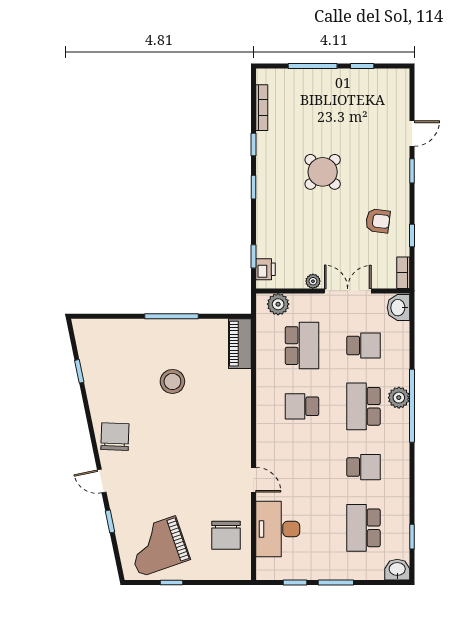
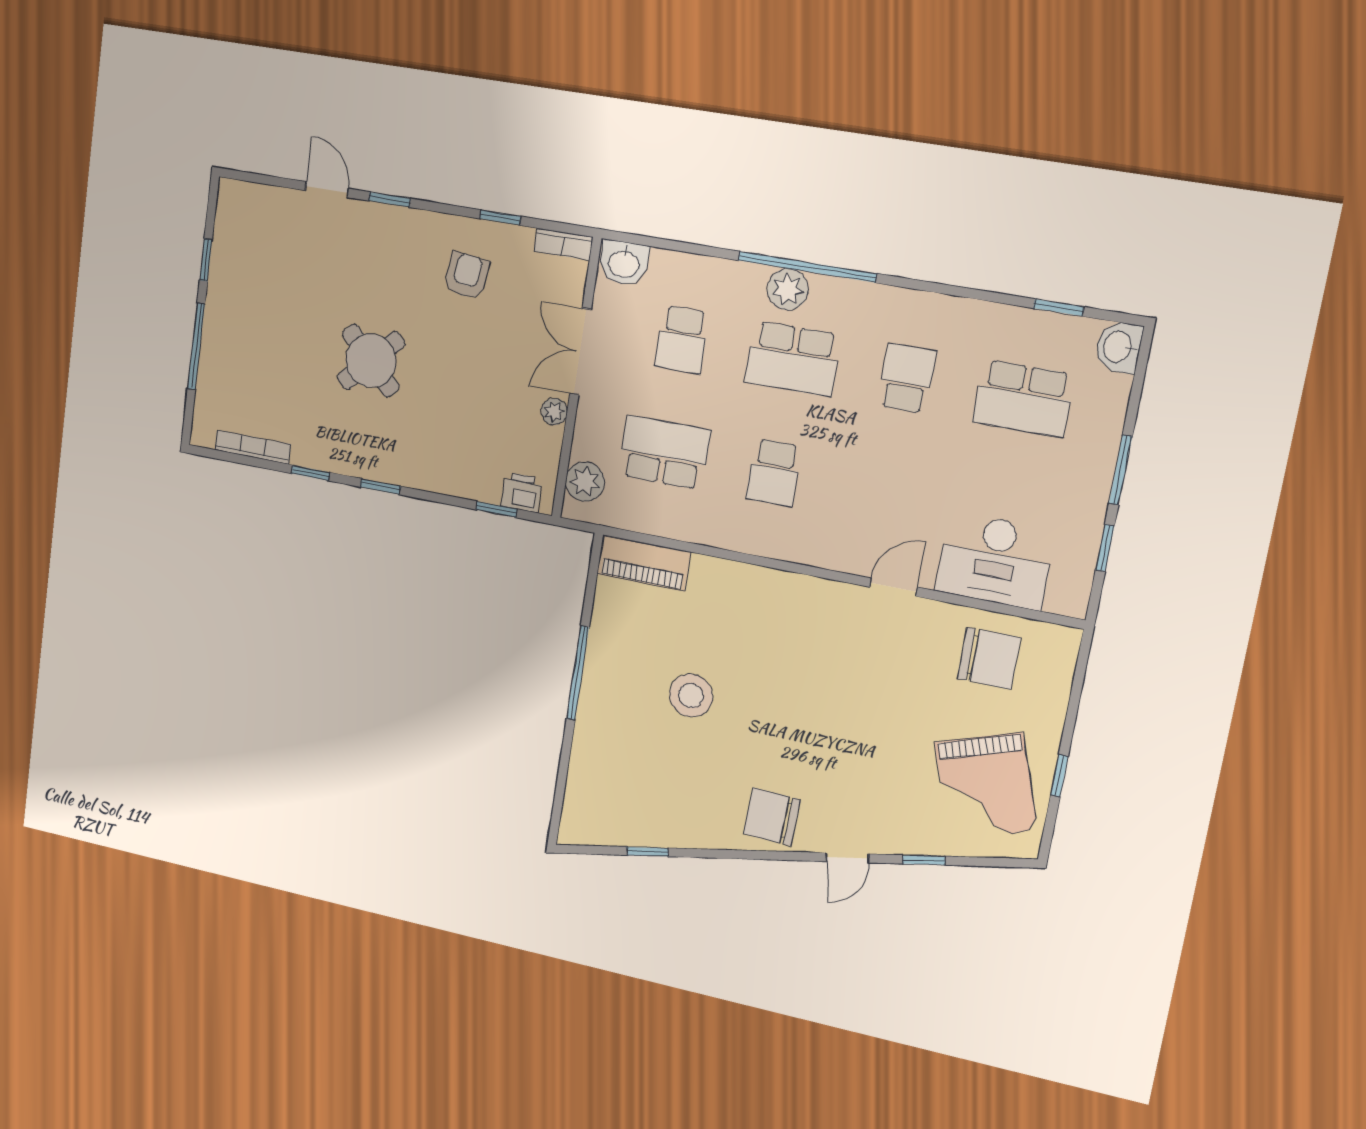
school desk: (363, 346) -> (682, 340), turned 180

